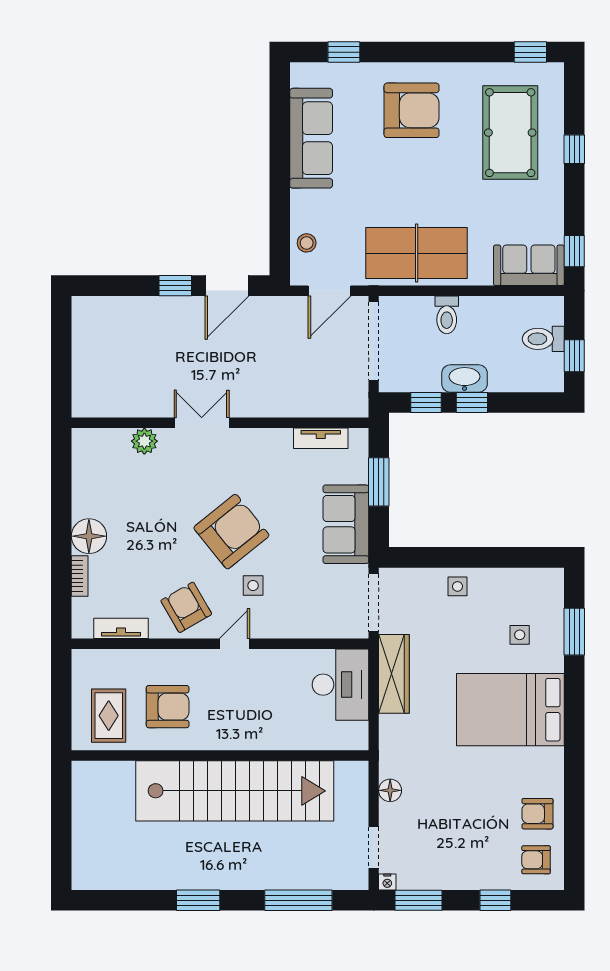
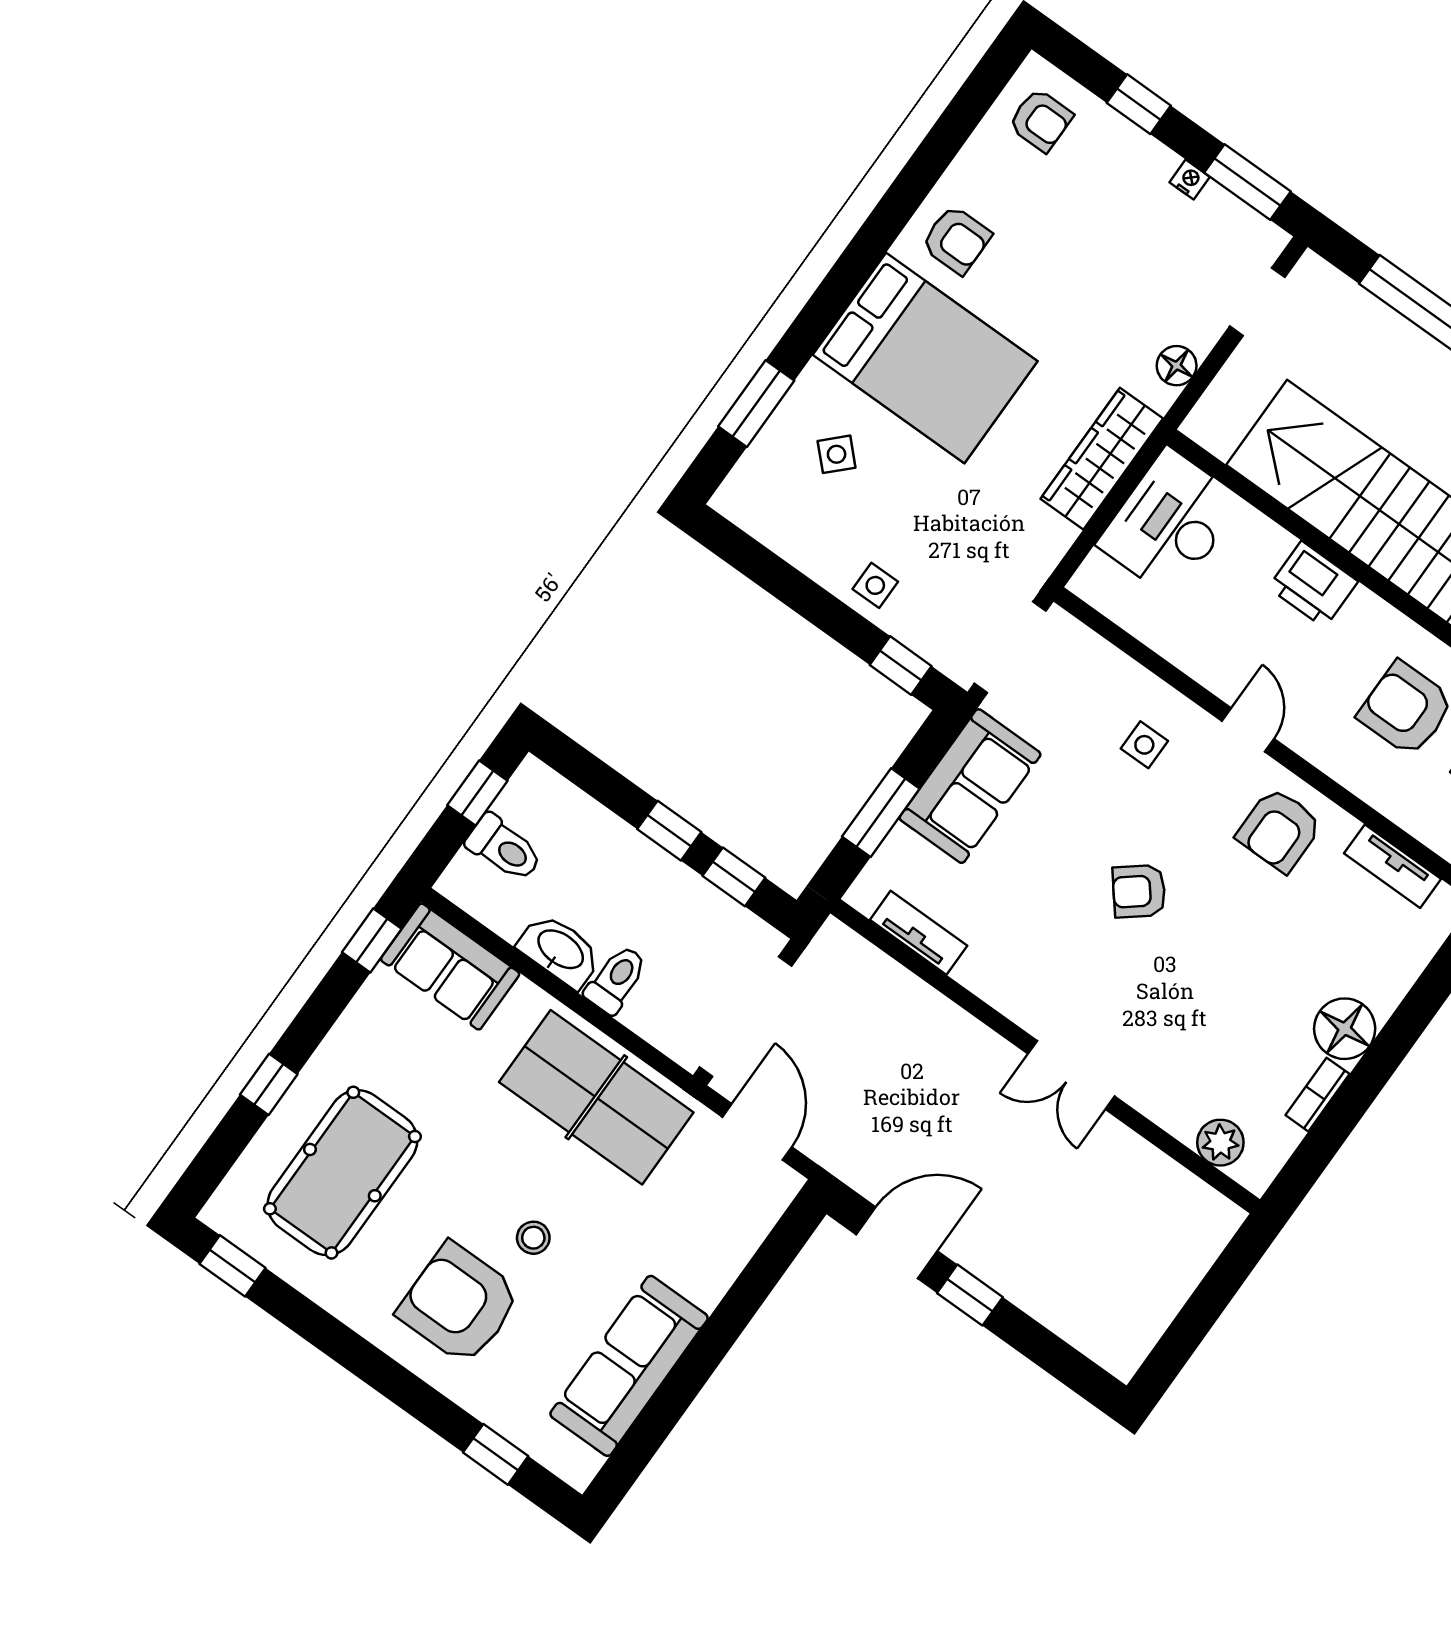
stool: (307, 243) -> (533, 1238), moved
door: (330, 291) -> (757, 1132), hinge flipped
washbasin: (465, 379) -> (560, 950), moved, turned 180
plant: (144, 441) -> (1220, 1143), moved
armchair: (231, 532) -> (1139, 891), width x0.53, depth x0.53
window: (419, 557) -> (901, 666), added
bookcase: (80, 576) -> (1317, 1095), moved
side table: (253, 586) -> (1144, 745), moved
armchair: (186, 607) -> (1279, 830), turned 30
side table: (520, 635) -> (837, 454), turned 45
door: (234, 644) -> (1248, 730), swing flipped
wardrobe: (394, 674) -> (1102, 459), moved
desk: (340, 685) -> (1170, 523), moved
printer: (253, 734) -> (1313, 584), added
armchair: (538, 814) -> (956, 240), moved
nightstand: (387, 882) -> (1190, 180), moved

